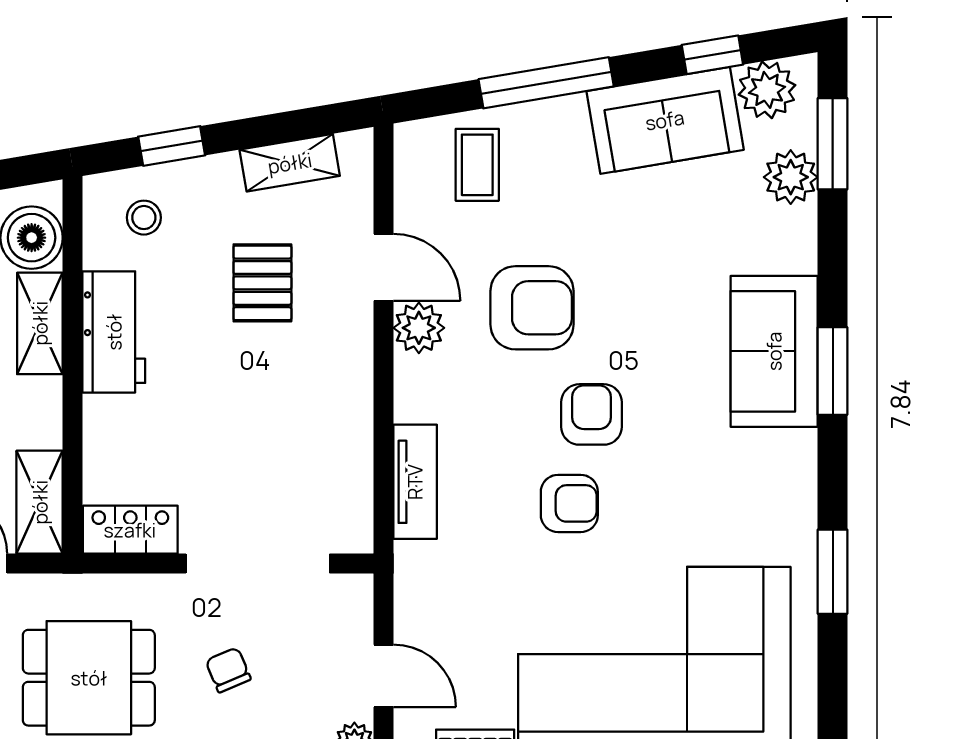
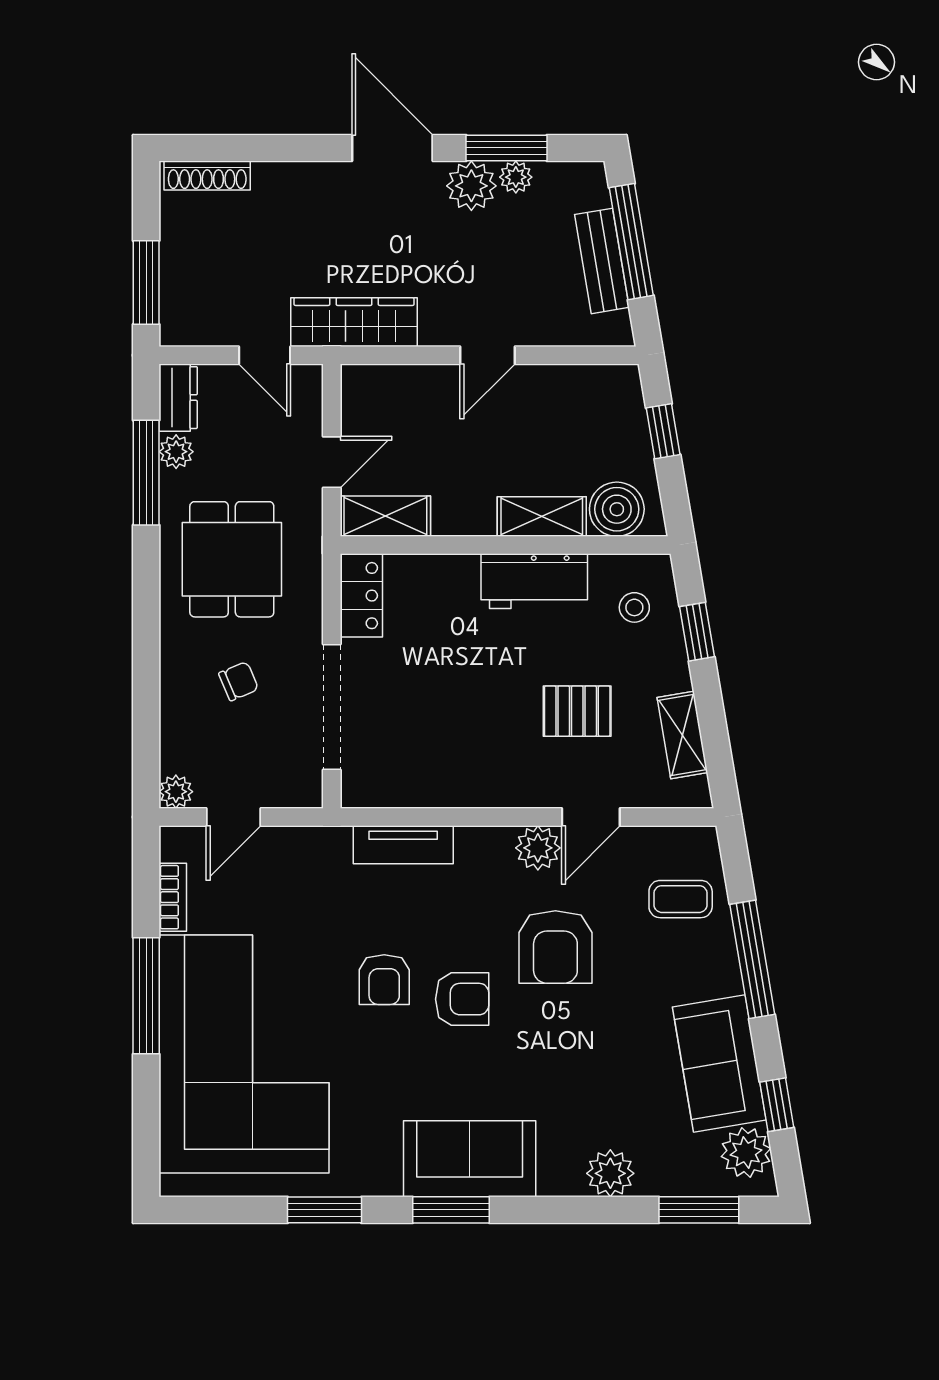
plant: (791, 177) -> (610, 1173), moved
sofa: (774, 351) -> (470, 1159), moved
window: (833, 371) -> (451, 1210), moved

